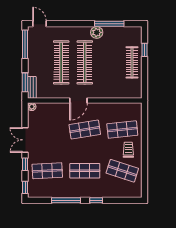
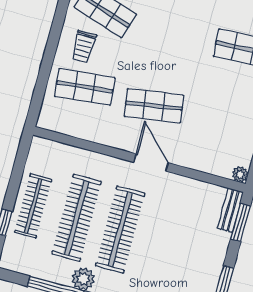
clothes rail: (61, 62) -> (77, 218), moved
door: (78, 100) -> (151, 163), hinge flipped
shop shelf: (85, 171) -> (175, 30), removed

